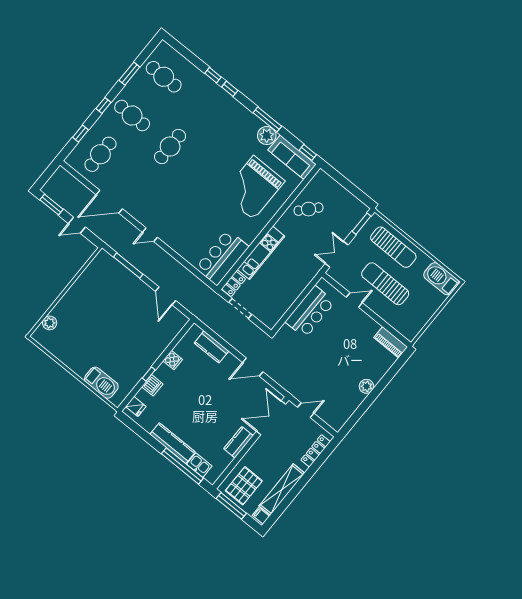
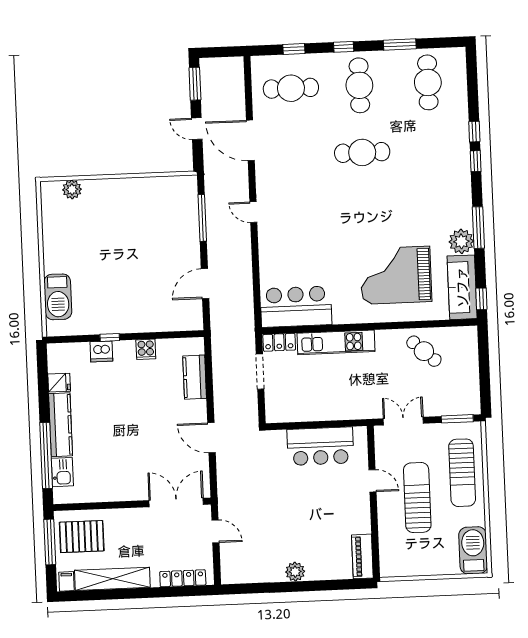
fridge: (136, 406) -> (59, 383), moved, turned -90
kitchen counter: (238, 442) -> (122, 491), removed

